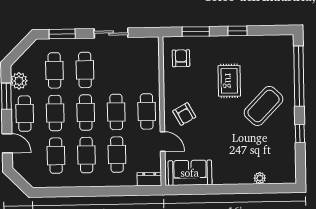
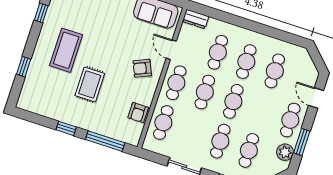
window: (196, 32) -> (105, 141), width x1.44
armchair: (181, 58) -> (138, 113), moved
window: (299, 76) -> (24, 67), width x0.32
coffee table: (264, 106) -> (66, 50), turned -44
cafe table: (55, 113) -> (163, 122), moved
armchair: (184, 114) -> (142, 68), turned -85

